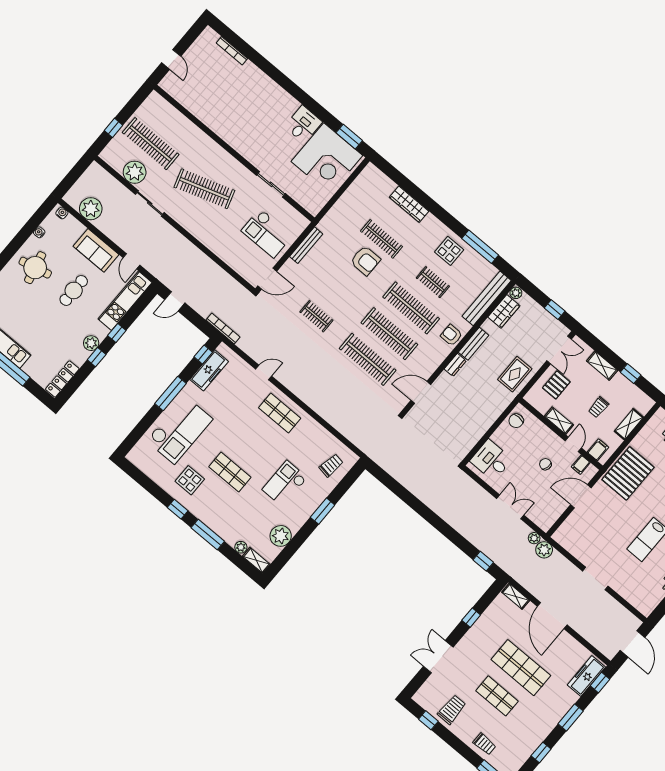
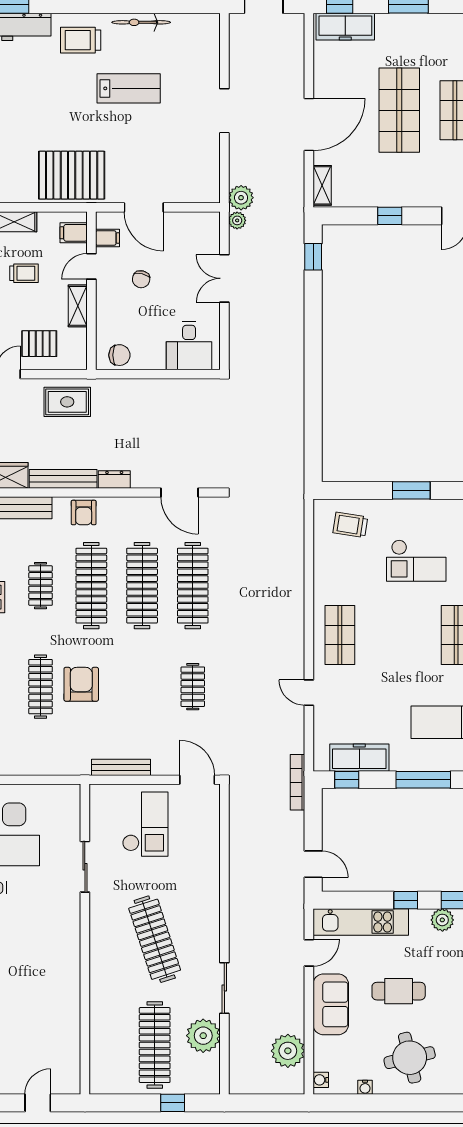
bench: (474, 344) -> (63, 479), width x1.36

